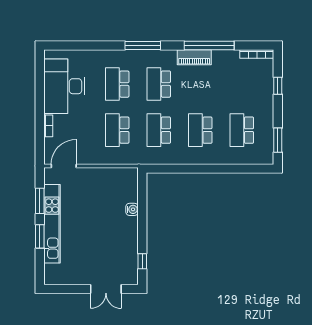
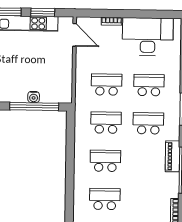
window: (142, 209) -> (34, 106), added

